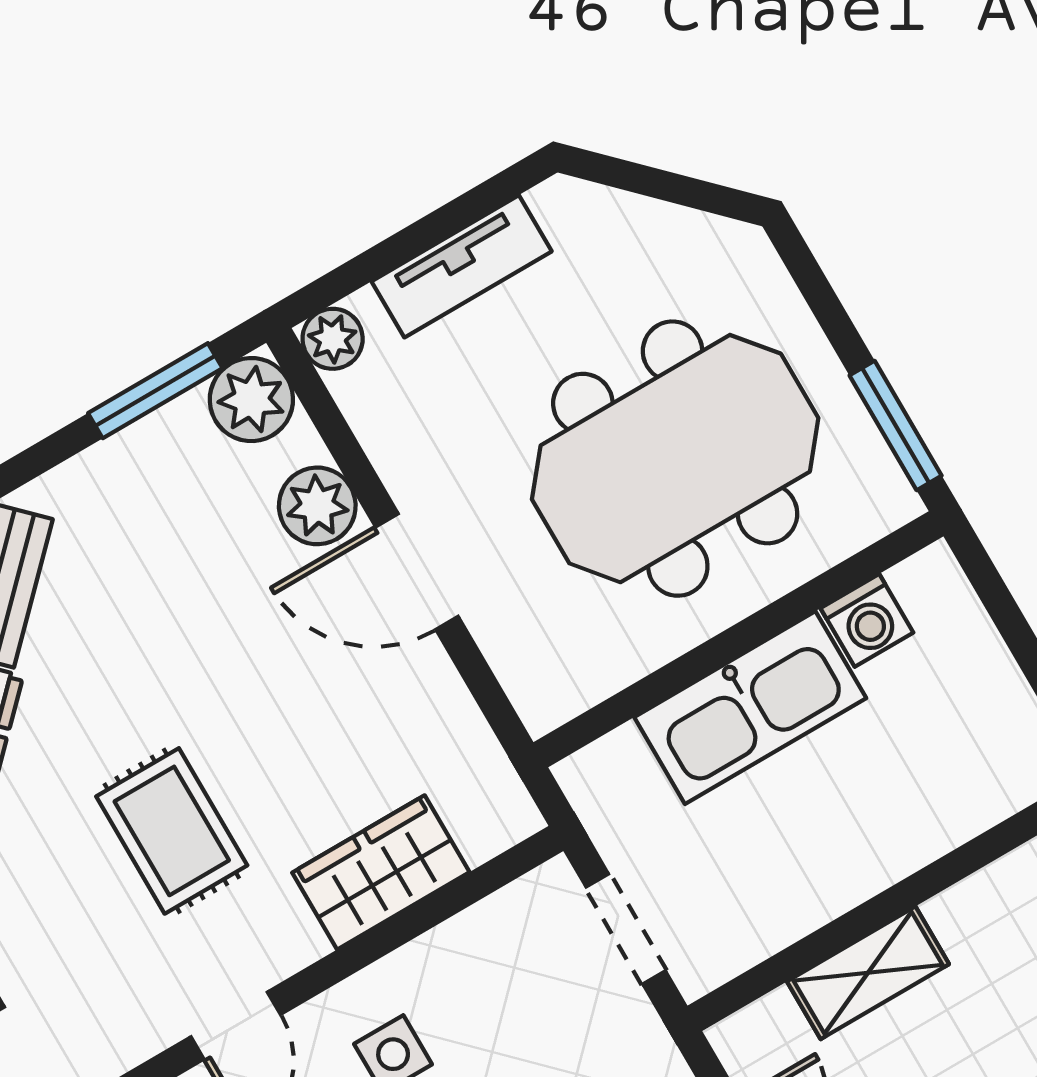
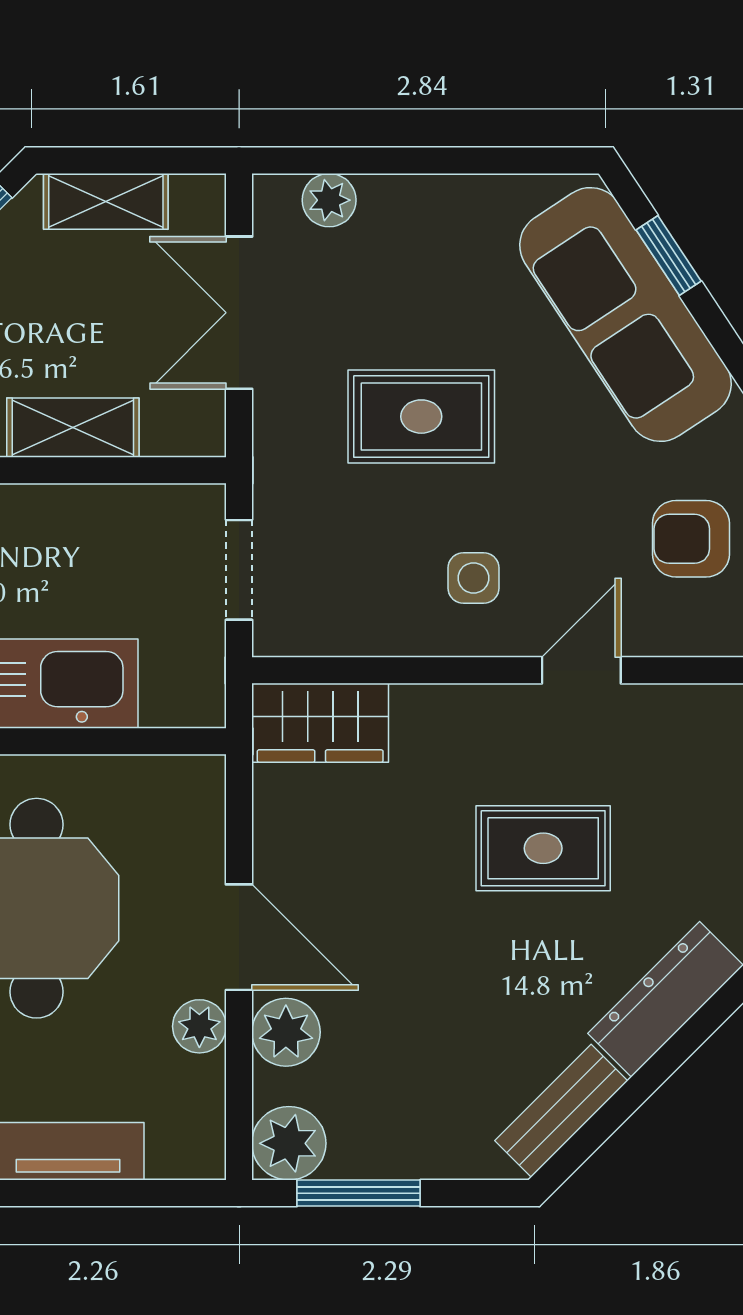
plant: (333, 339) -> (199, 1026), moved
rug: (172, 831) -> (543, 848), turned 90
wardrobe: (381, 872) -> (320, 723), moved

